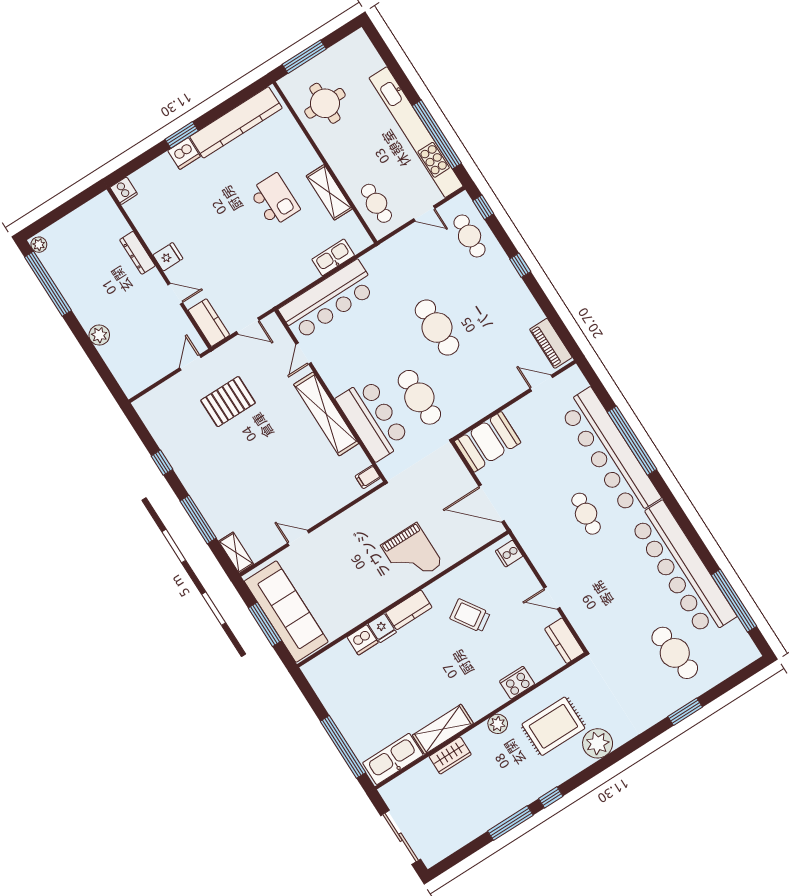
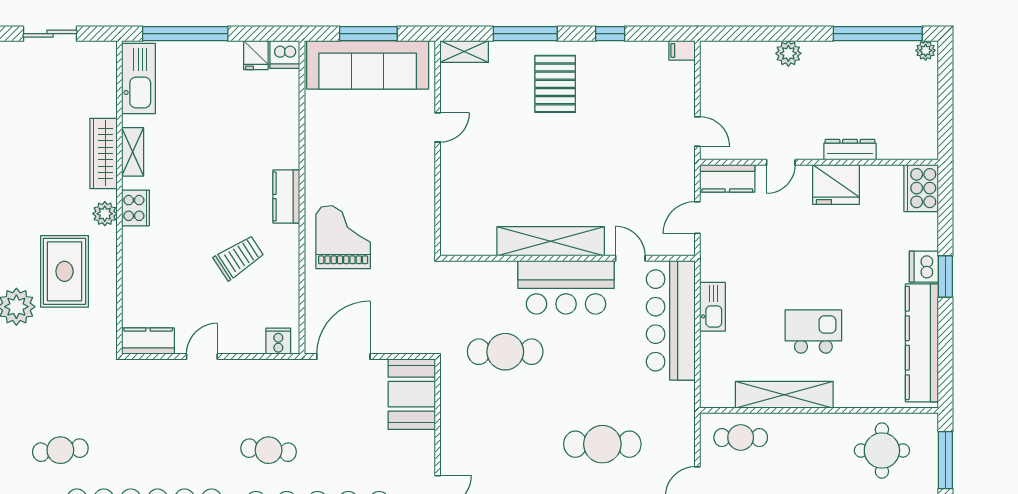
cooker: (124, 191) -> (921, 188), width x1.87, depth x1.31
shelving: (329, 192) -> (784, 395), width x1.47
kitchen island: (275, 200) -> (813, 331), turned 180
fridge: (168, 257) -> (836, 184), width x1.88, depth x1.34
kitchen sink: (333, 257) -> (713, 307), moved
cafe table: (437, 328) -> (602, 444), moved
pallet: (228, 402) -> (555, 84), moved
bar counter: (373, 419) -> (566, 287), moved
filing cabinet: (368, 477) -> (682, 50), moved, turned -90
grand piano: (412, 555) -> (343, 237), turned 90
fridge: (382, 628) -> (256, 55), moved, turned -90
dishwasher: (363, 640) -> (285, 54), moved, turned -90
cafe table: (675, 653) -> (60, 450), width x0.73, depth x0.74
cooker: (517, 683) -> (136, 208), moved
shelving: (443, 729) -> (133, 152), width x0.67, depth x0.75
wardrobe: (450, 755) -> (103, 153), width x1.50
sliding door: (401, 837) -> (50, 34), width x0.73

